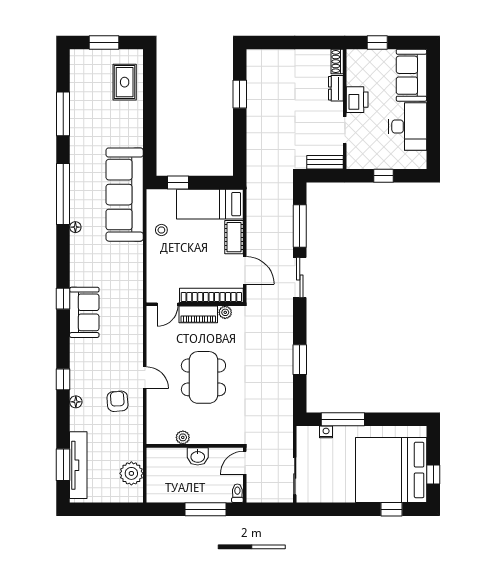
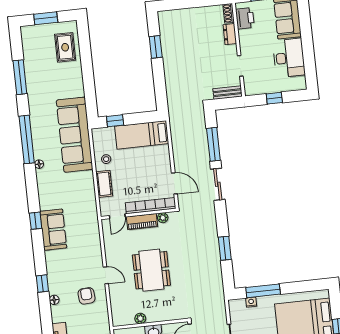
printer: (357, 100) -> (245, 18), moved
cot: (234, 237) -> (104, 184), moved

